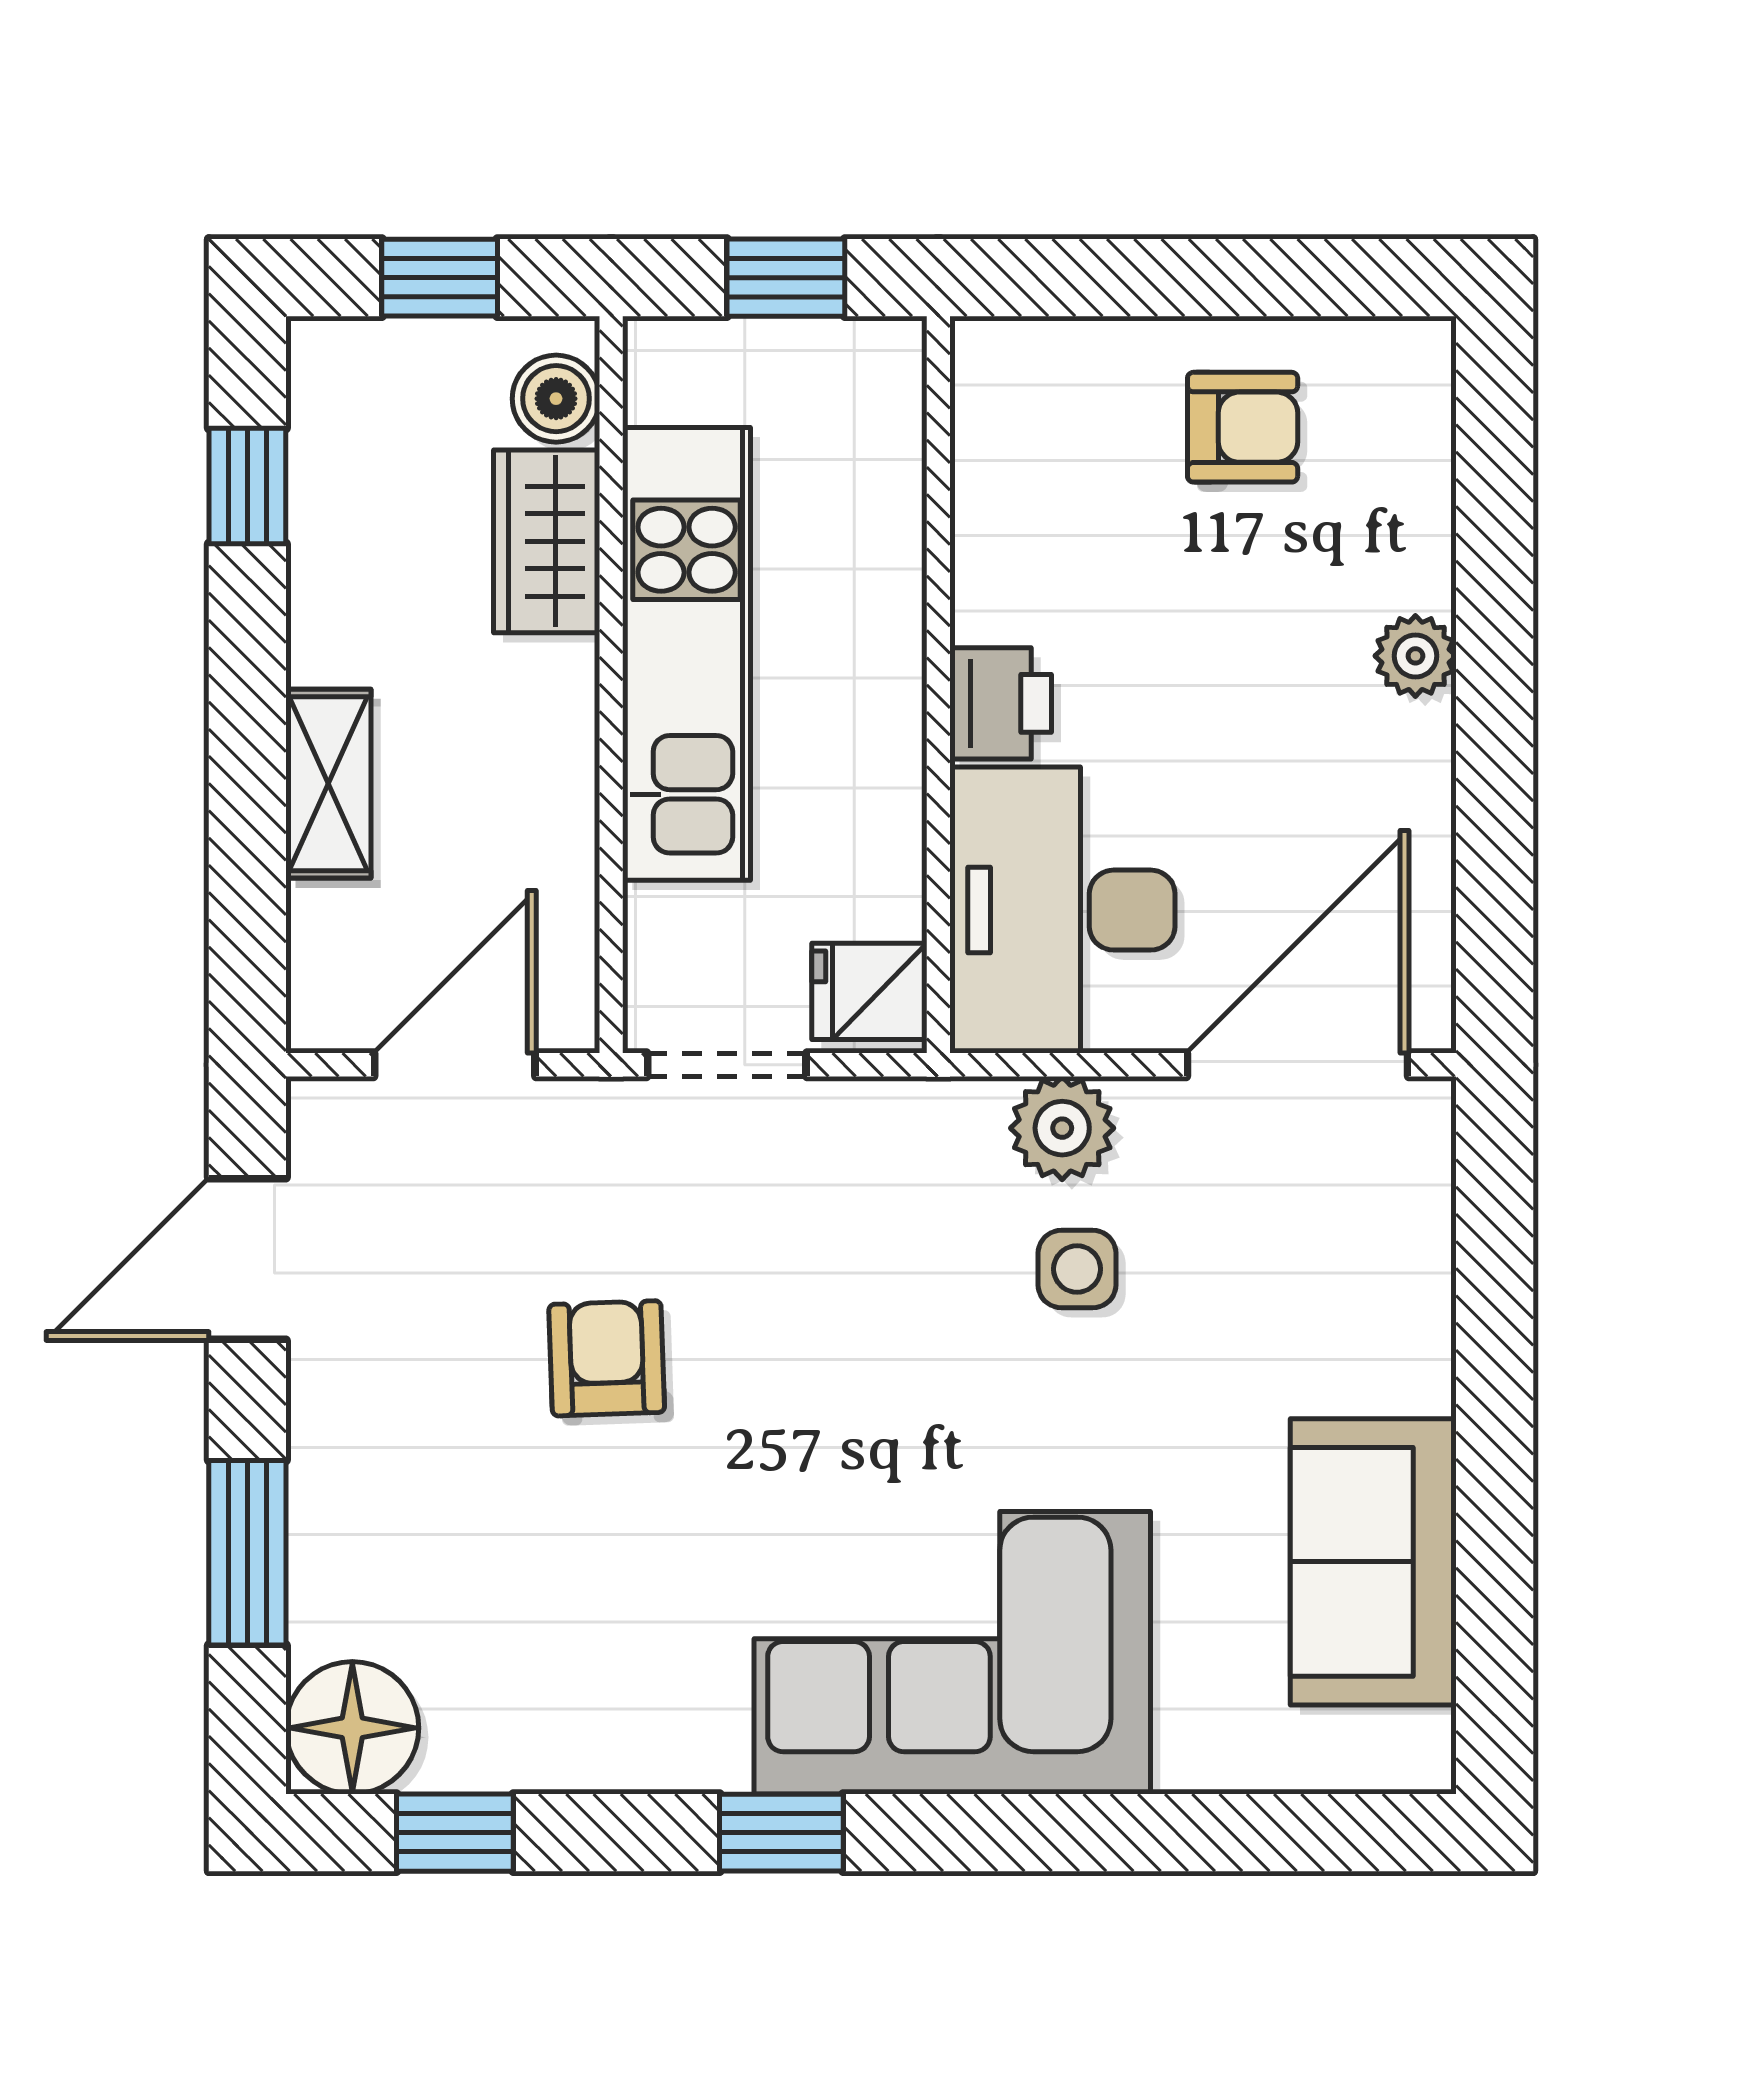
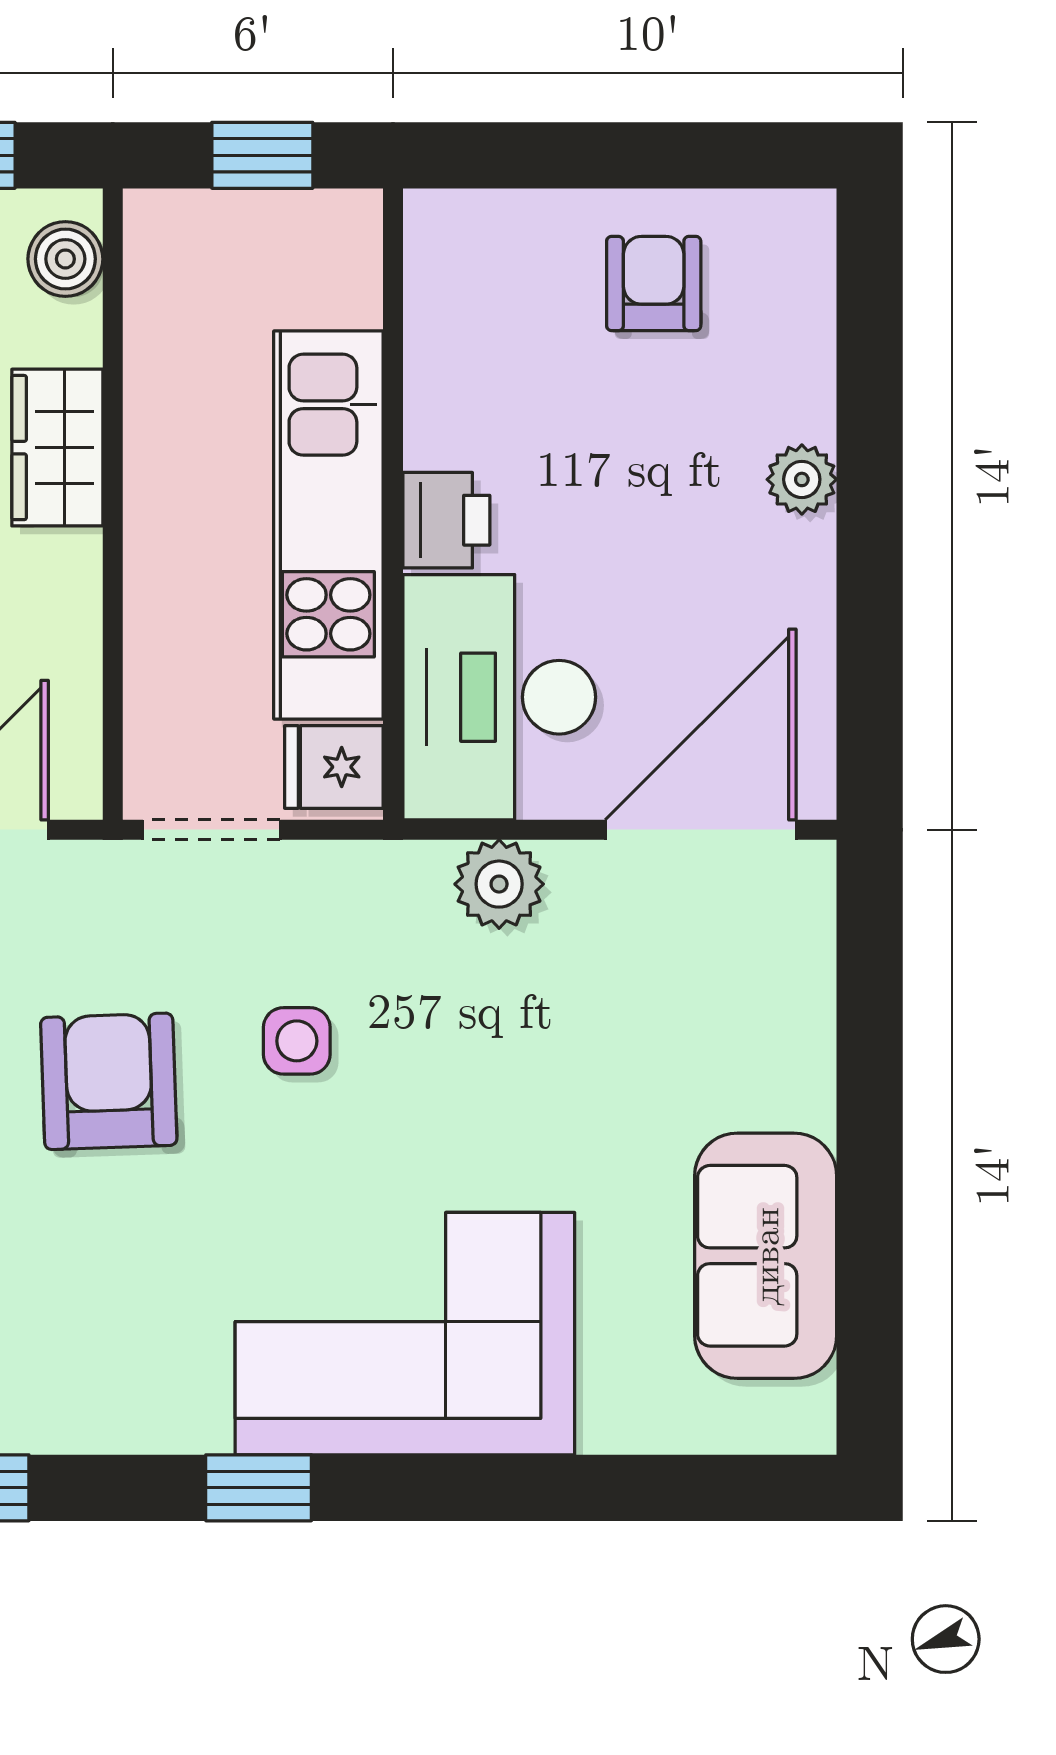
armchair: (1243, 427) -> (654, 283), turned -90
wardrobe: (547, 541) -> (57, 448), moved
kitchen unit: (687, 654) -> (328, 525), moved, turned 180
side table: (1077, 1269) -> (297, 1041), moved
armchair: (607, 1358) -> (109, 1081), width x1.38, depth x1.38

